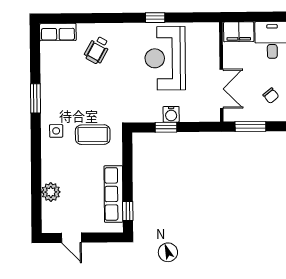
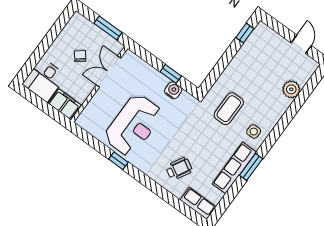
chair: (271, 96) -> (80, 56), moved
water cooler: (171, 114) -> (173, 90), moved
coffee table: (93, 135) -> (229, 109), turned 90
row of seats: (113, 194) -> (234, 168), moved, turned 180

